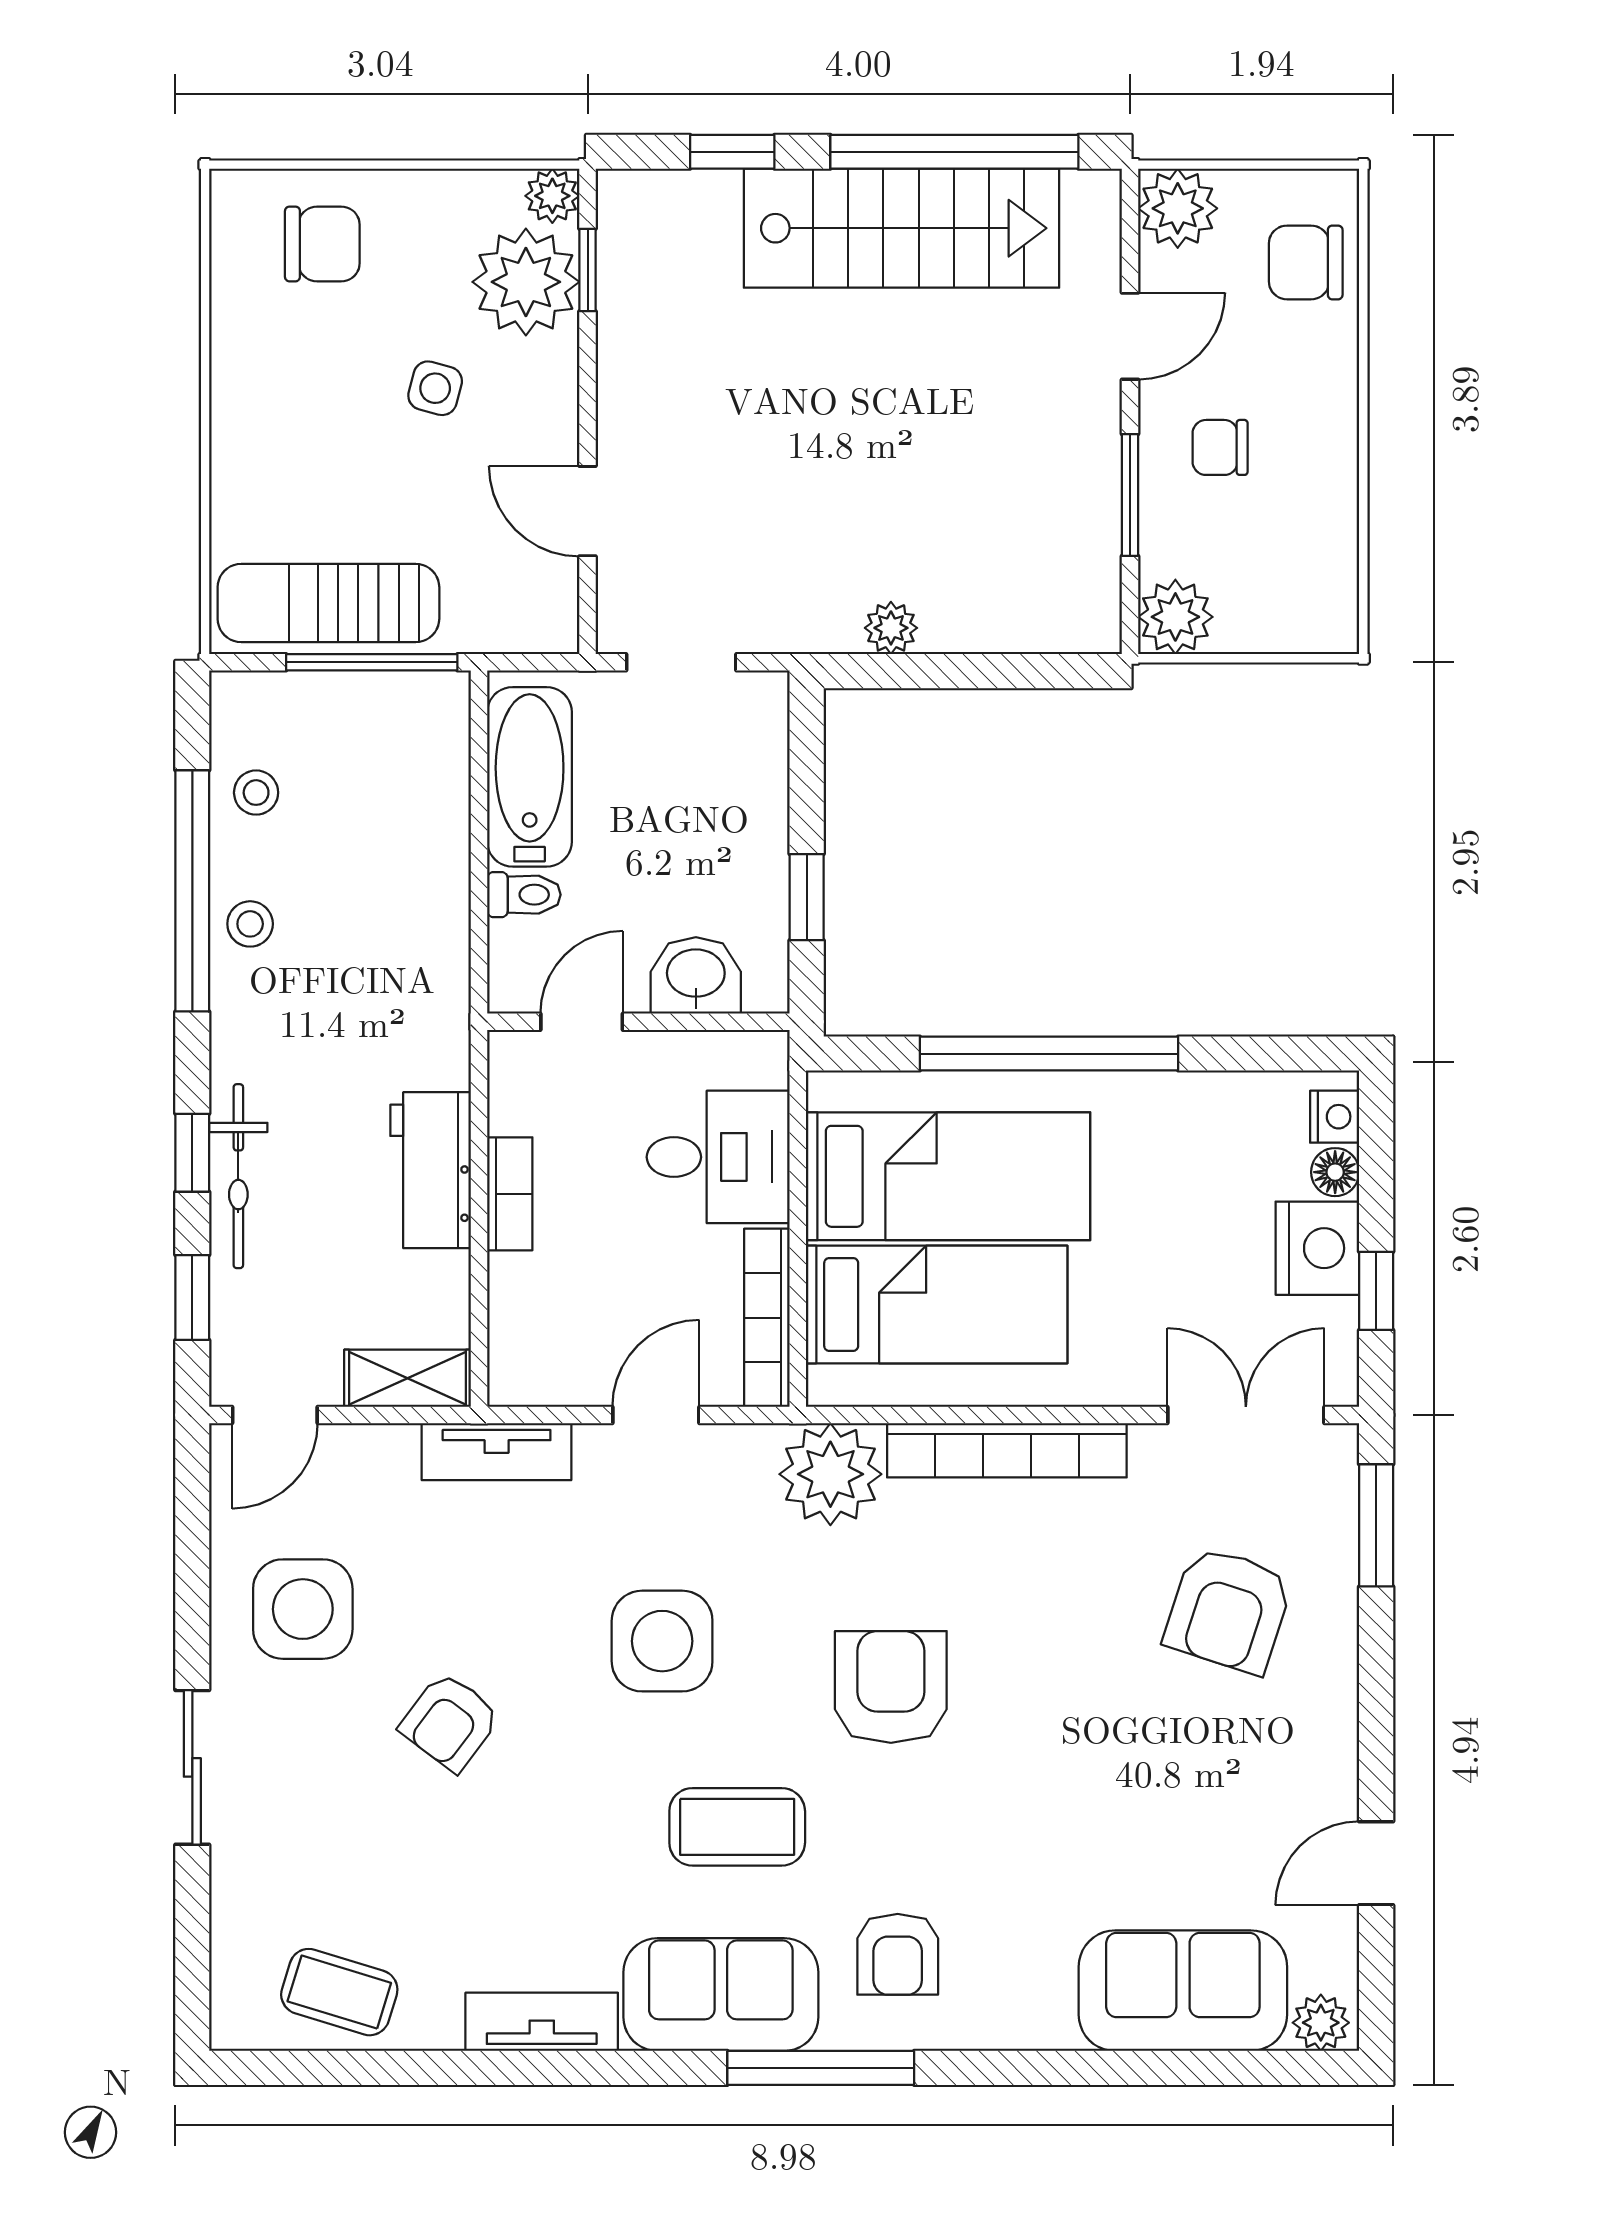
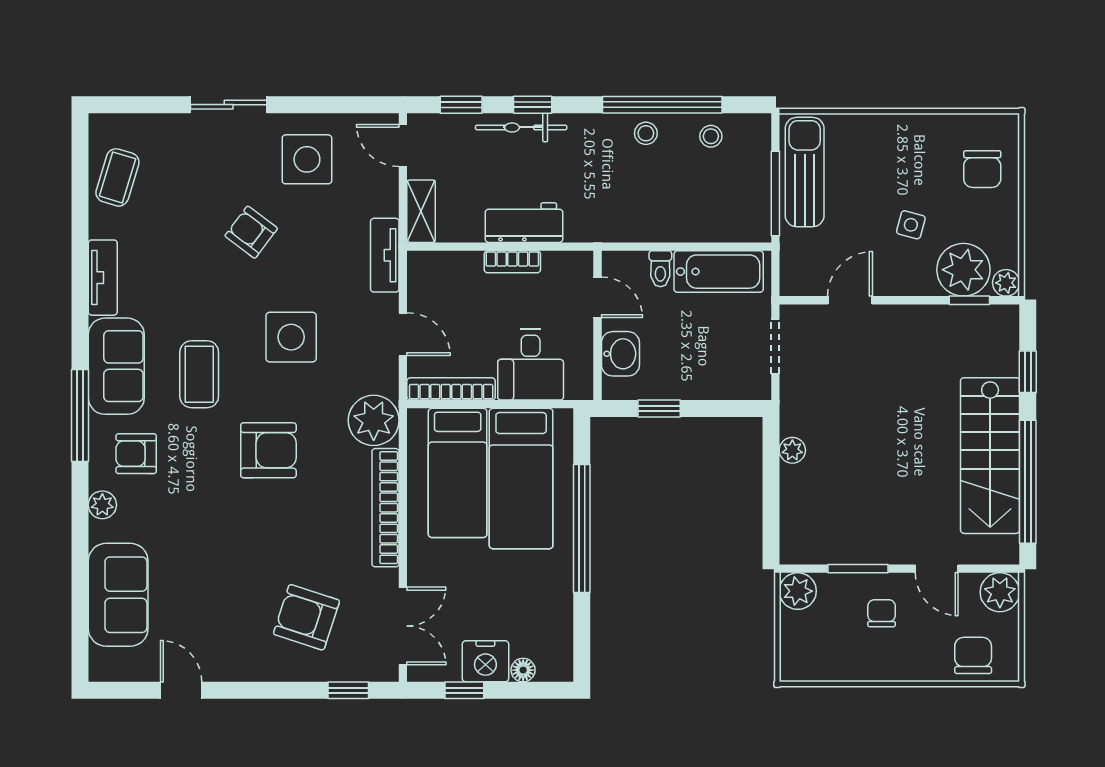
nightstand: (1335, 1117) -> (551, 670), removed
window: (1376, 1525) -> (348, 690), width x0.67
plant: (1321, 2023) -> (102, 505), moved

